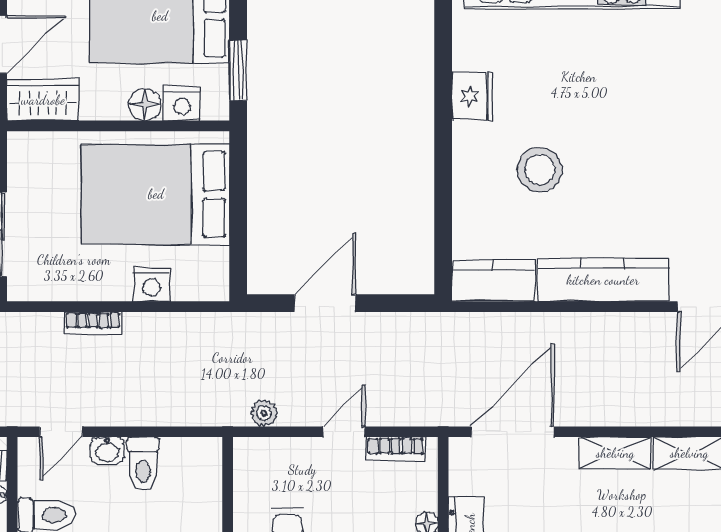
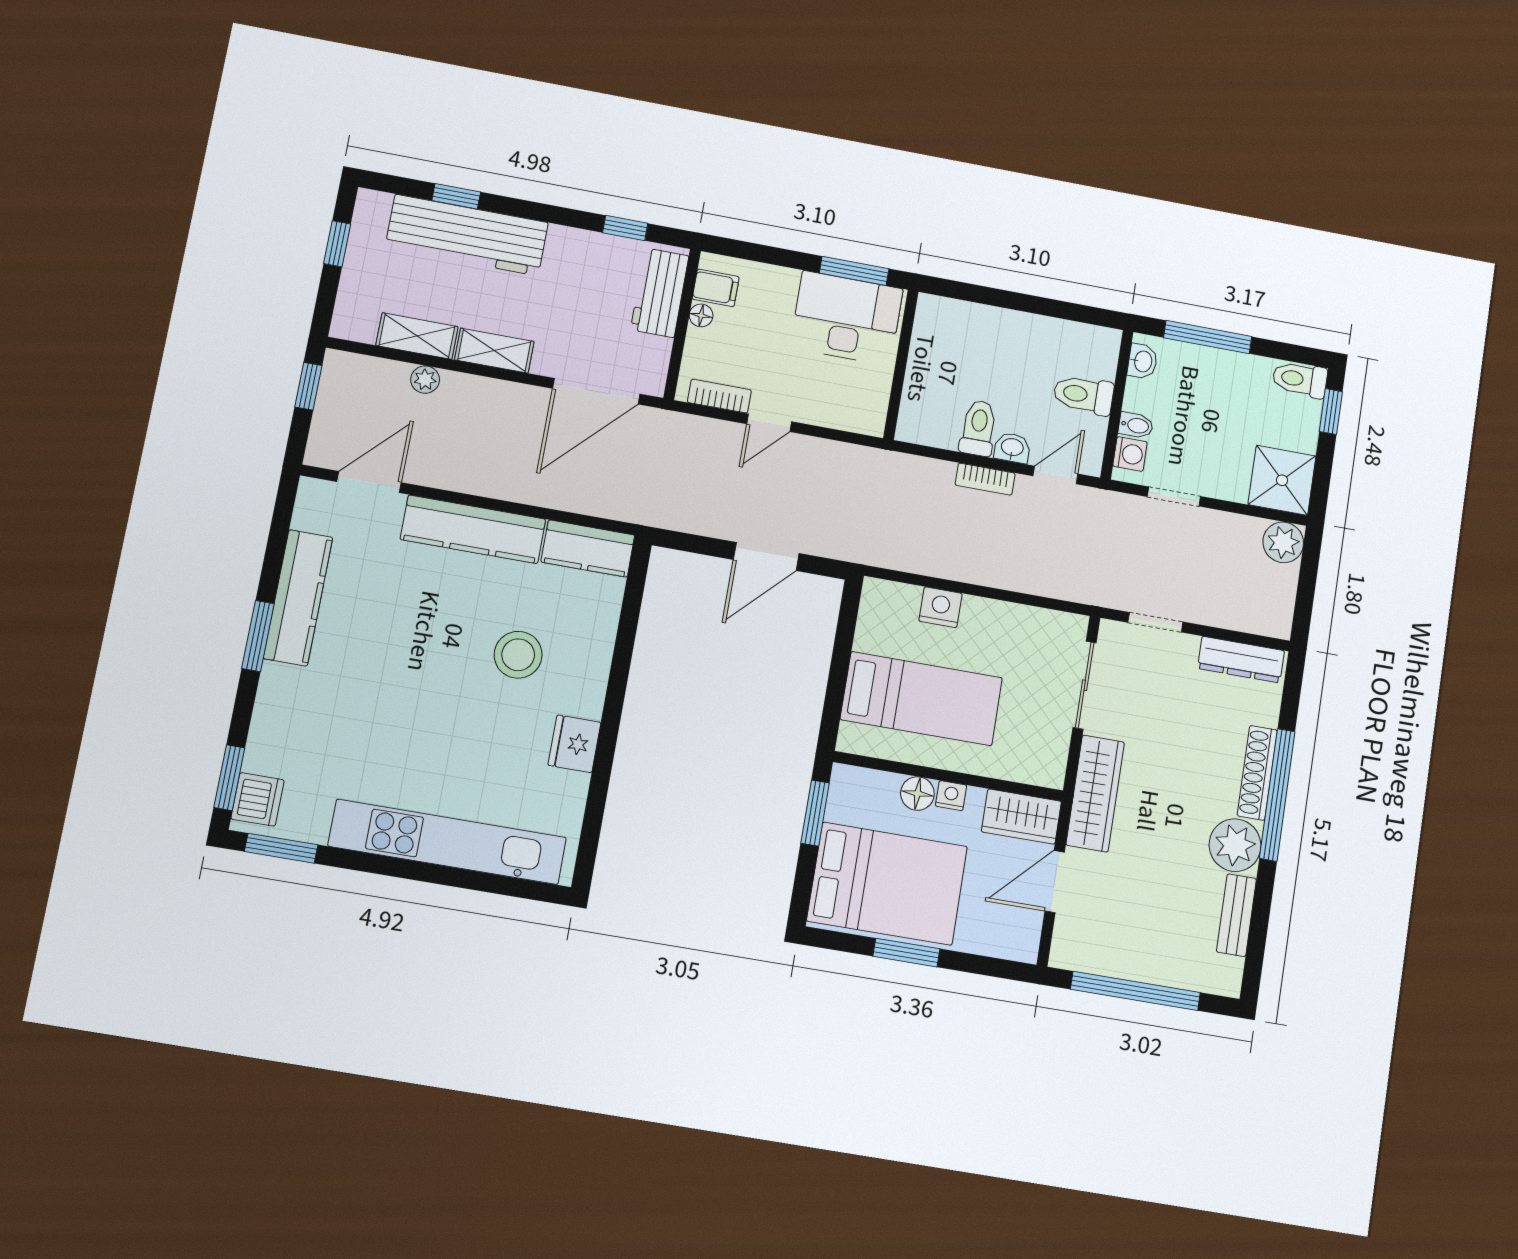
nightstand: (182, 104) -> (951, 796), moved, width x0.72, depth x0.74
bed: (156, 194) -> (921, 699), width x0.67
bookcase: (93, 323) -> (985, 479), moved, turned 180
plant: (264, 413) -> (425, 380), moved

